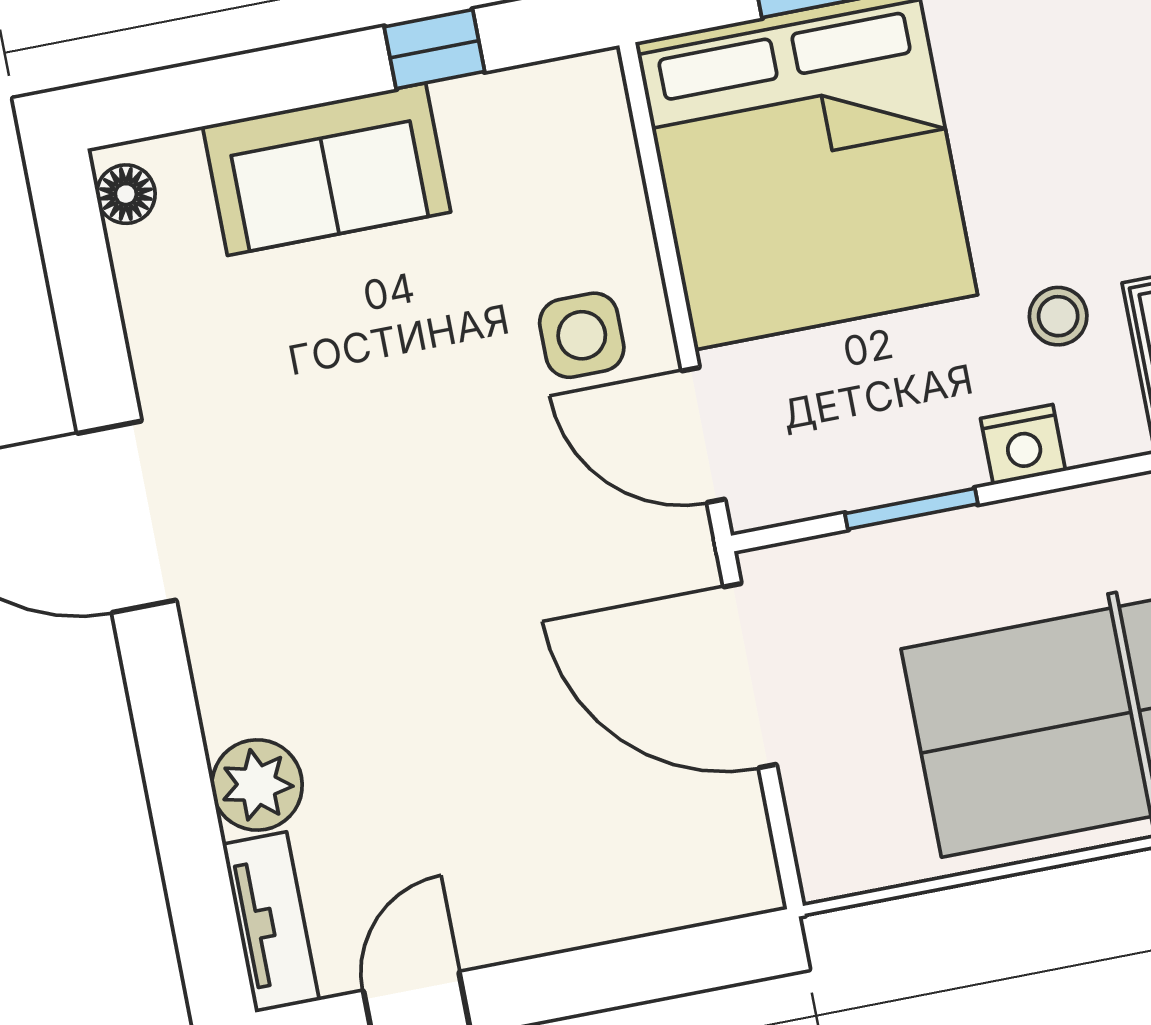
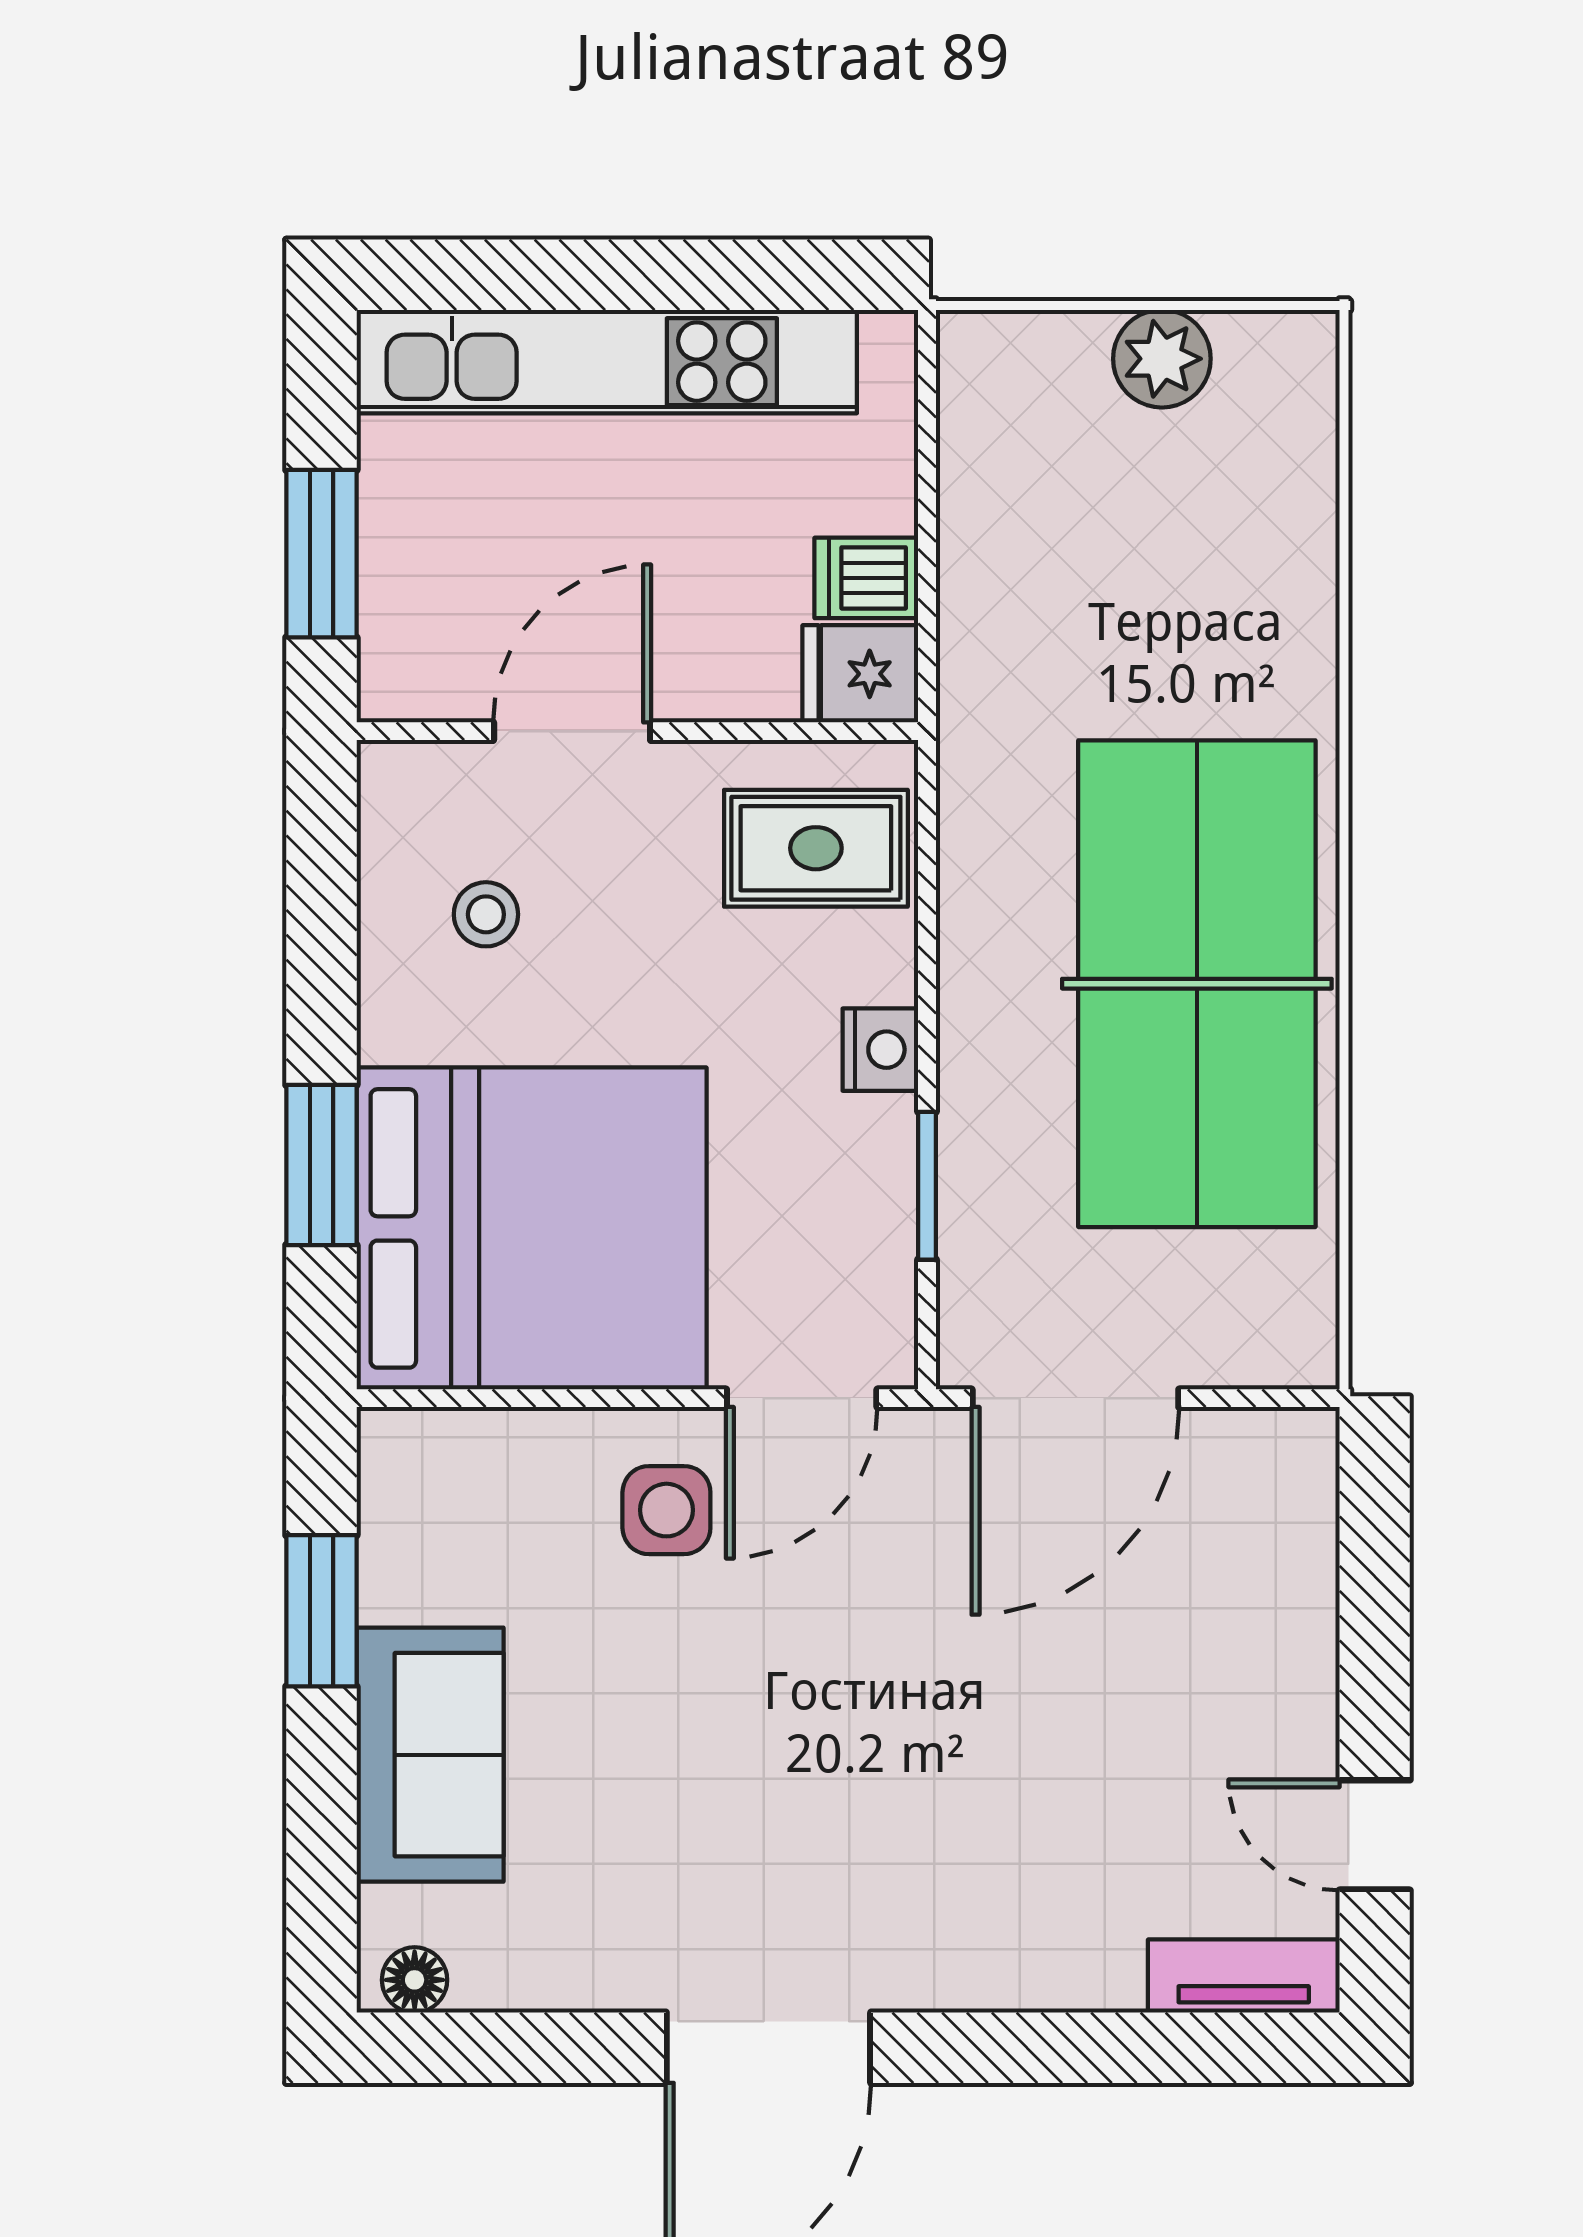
window: (434, 49) -> (321, 1611), width x1.50
stool: (1058, 316) -> (486, 914), moved
plant: (257, 785) -> (1090, 1962), removed

